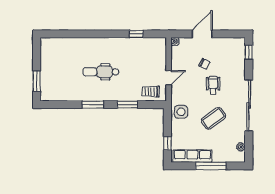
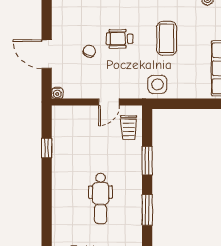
door: (169, 78) -> (109, 102), swing flipped
coffee table: (213, 118) -> (167, 38), turned 36
window: (167, 143) -> (202, 104), removed

